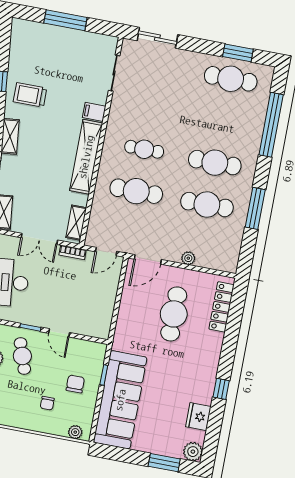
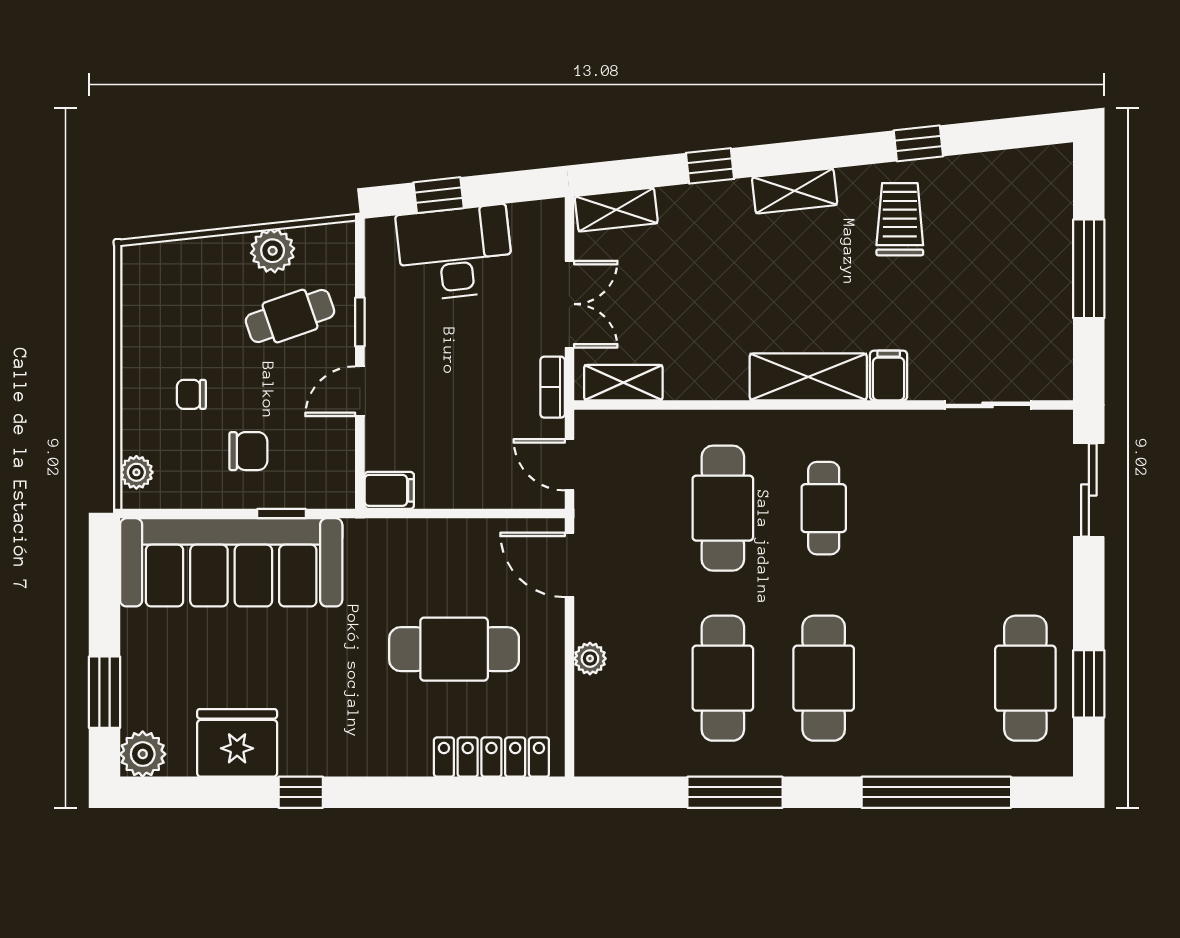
shelving: (86, 157) -> (808, 377), width x0.68
double door: (39, 239) -> (569, 304), swing flipped
filing cabinet: (103, 328) -> (389, 490), added
fridge: (198, 417) -> (237, 743), width x1.36, depth x1.34

